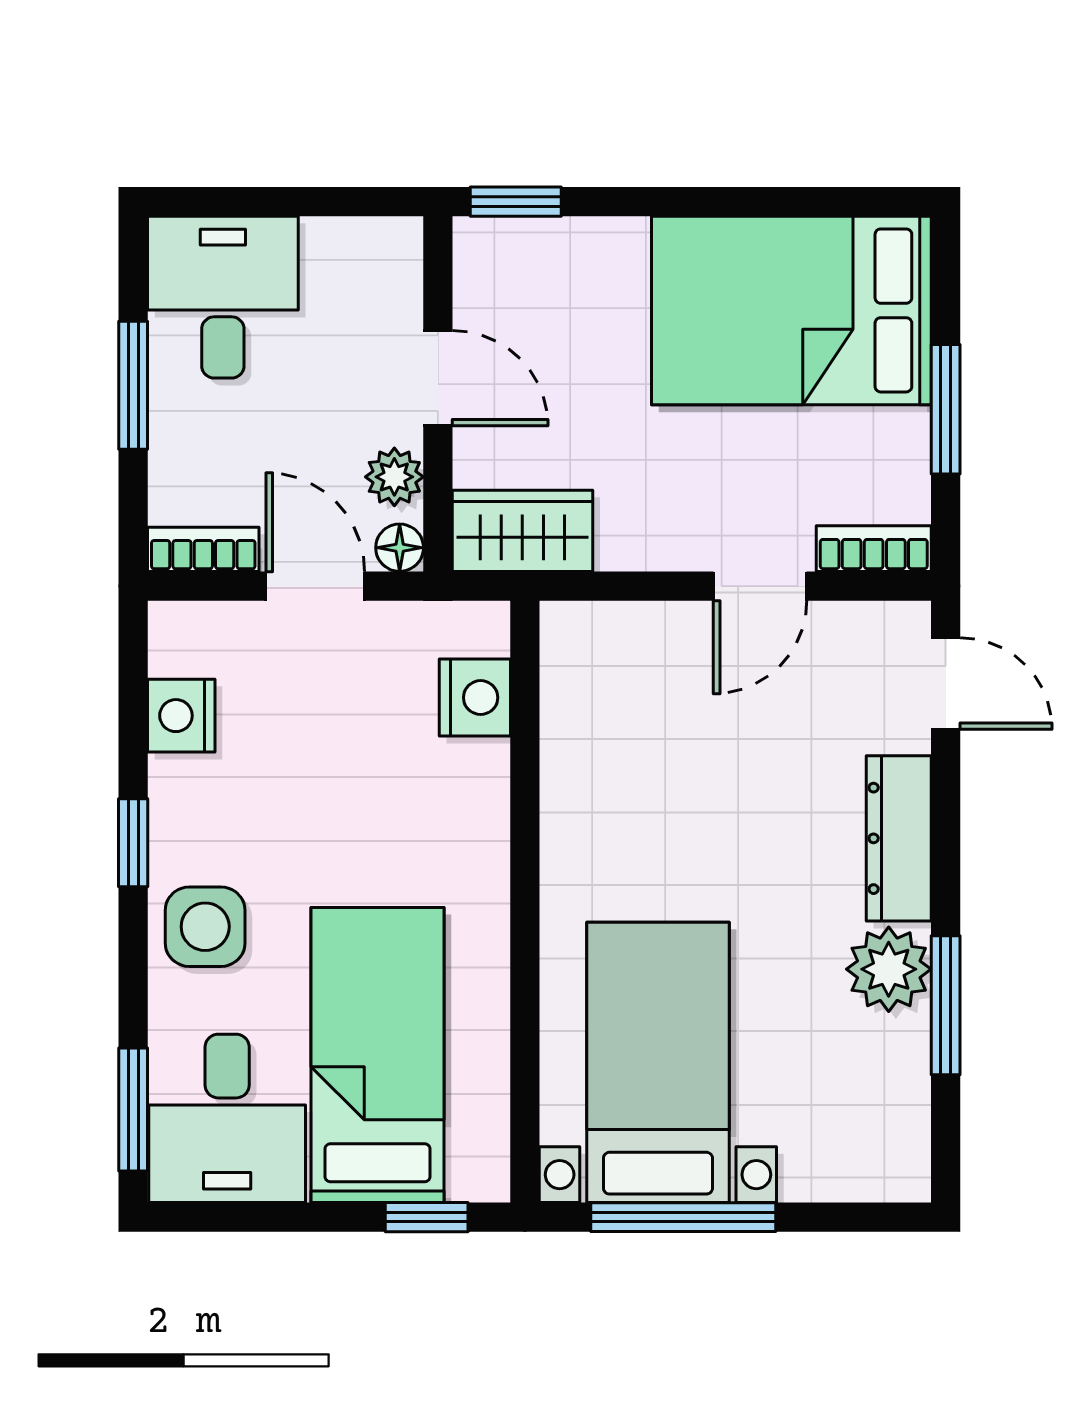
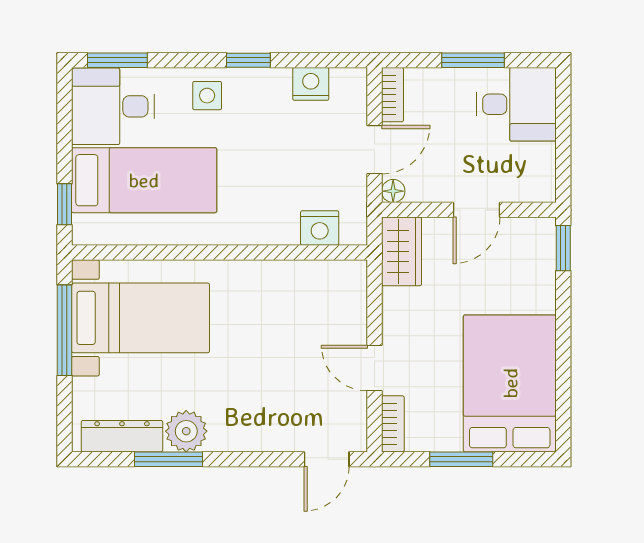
plant: (394, 477) -> (428, 188), removed
dresser: (899, 838) -> (122, 436), moved
side table: (205, 927) -> (207, 96), width x0.73, depth x0.73

